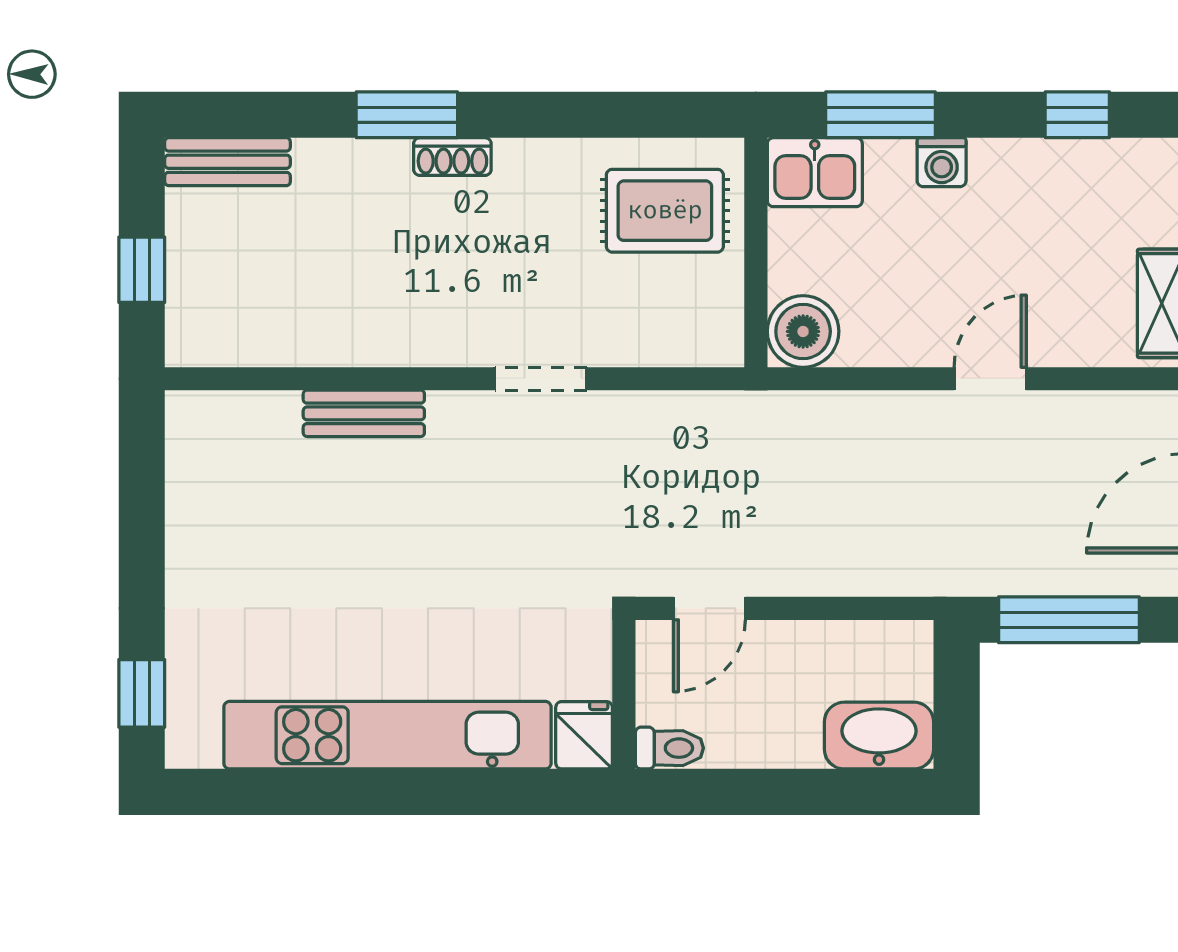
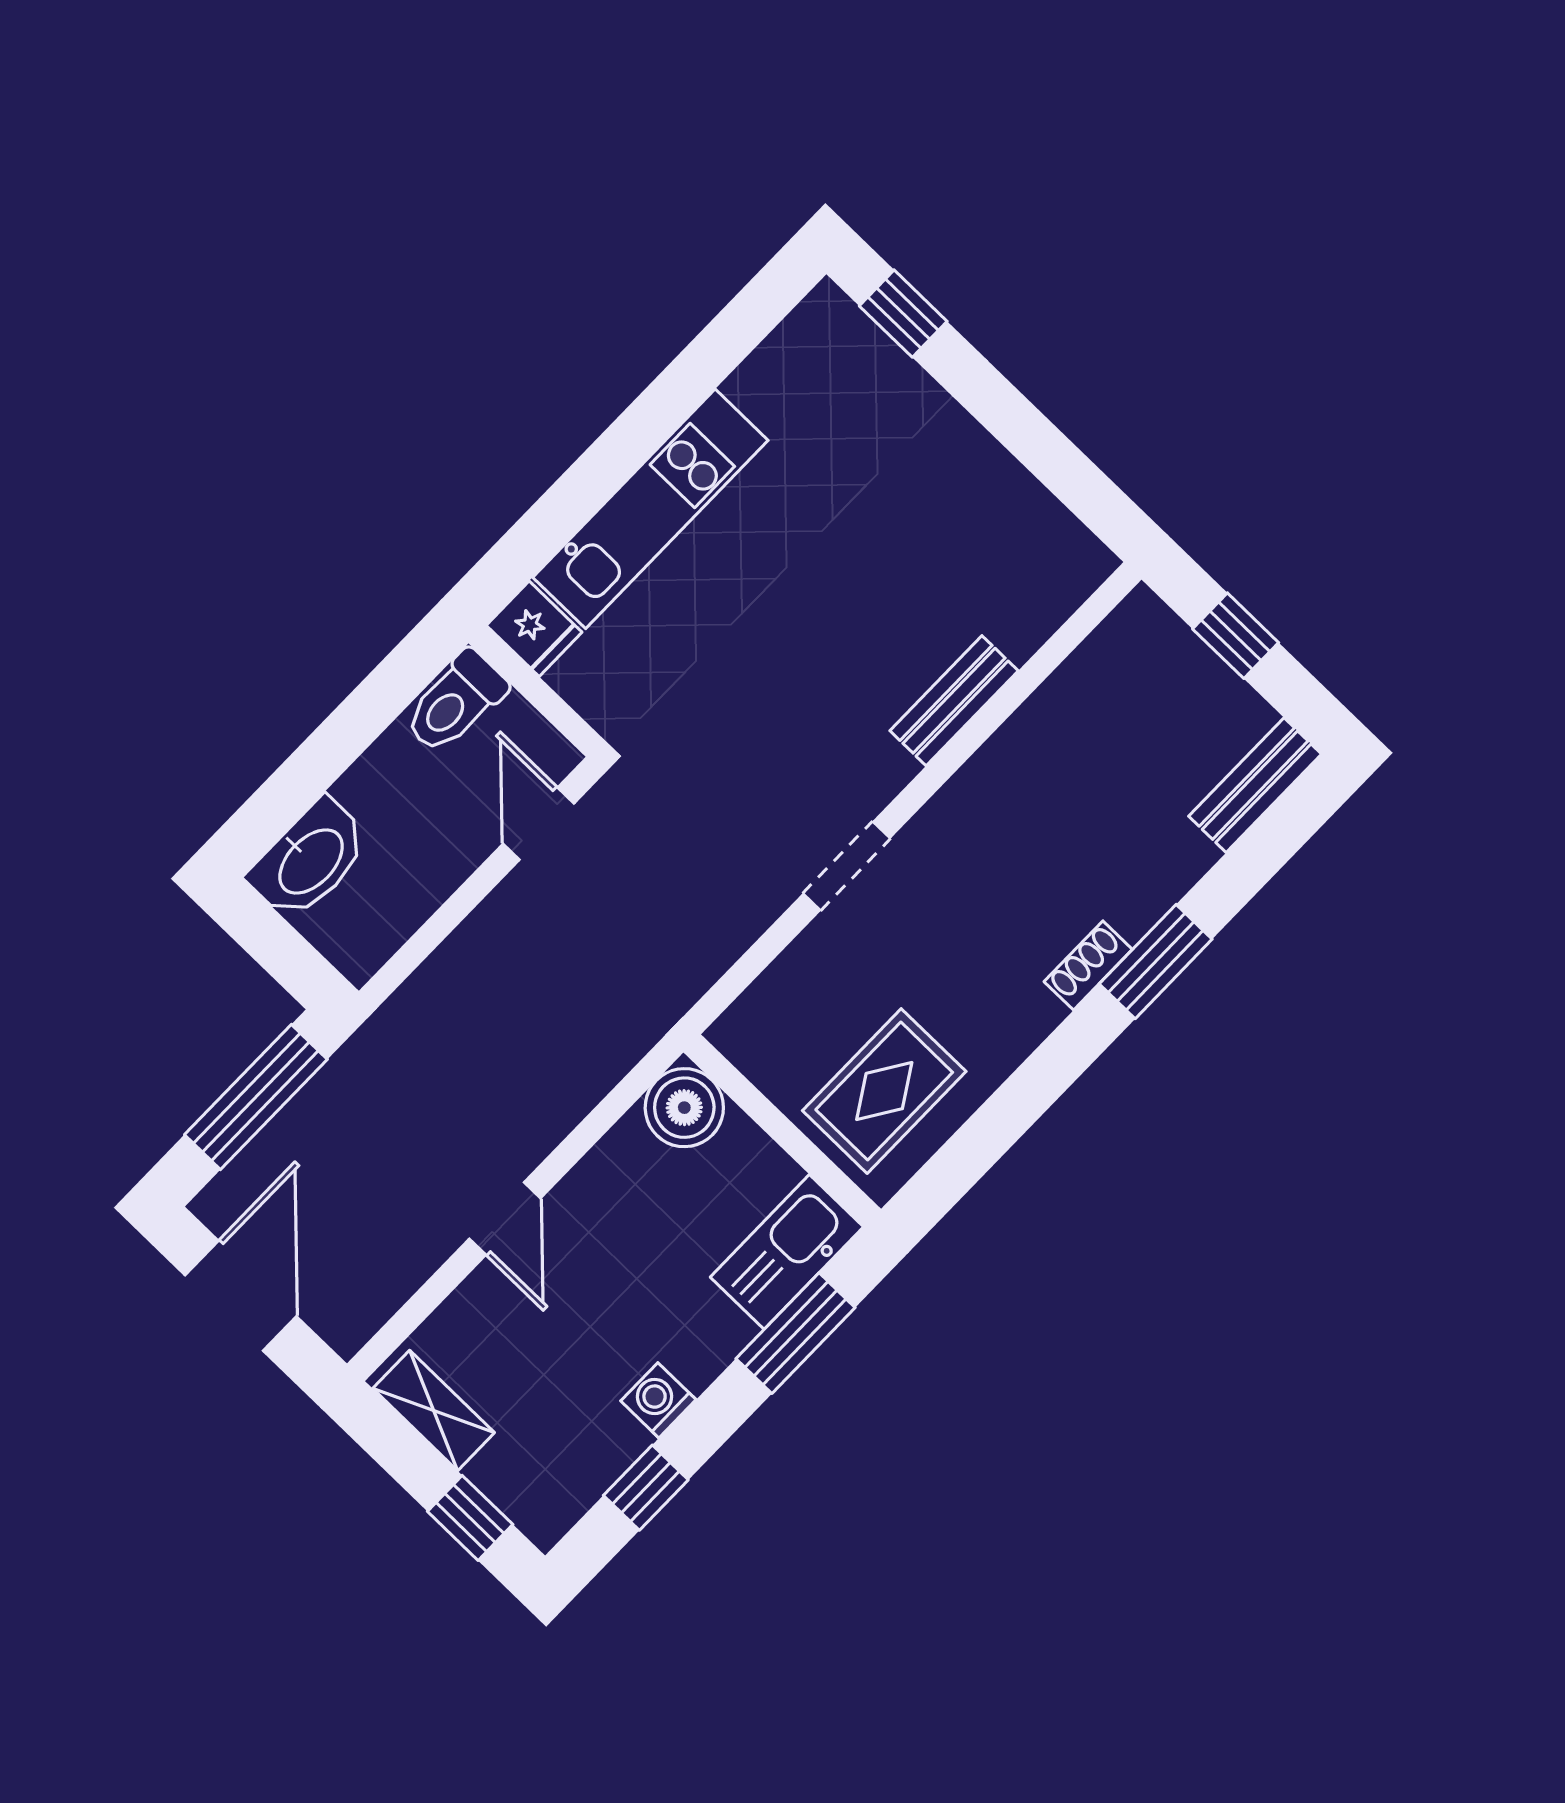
washing machine: (942, 162) -> (658, 1400), moved
kitchen sink: (815, 172) -> (787, 1252), width x1.38
kitchen unit: (387, 735) -> (650, 509), width x0.73
toilet: (669, 748) -> (455, 702), width x1.37, depth x1.39

